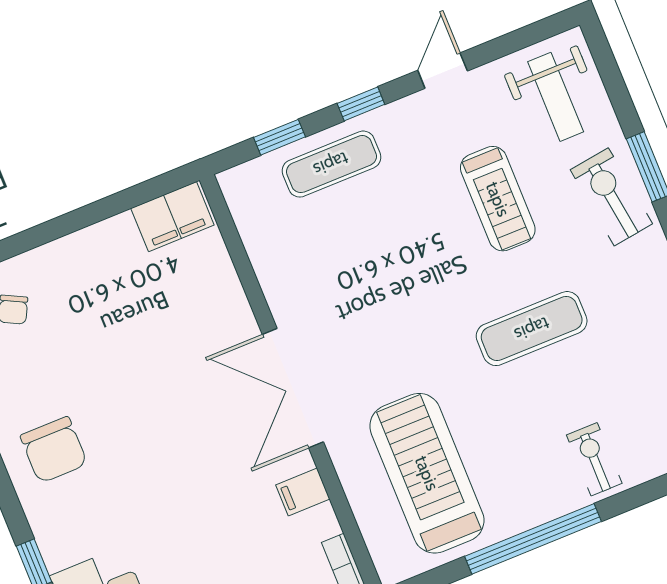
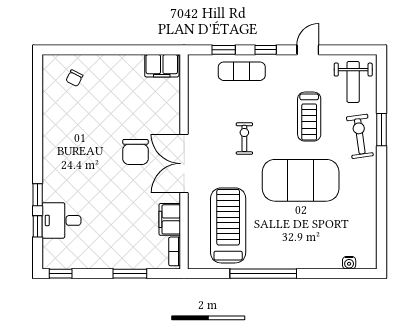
exercise mat: (532, 329) -> (301, 180), width x2.00, depth x1.45
chair: (54, 450) -> (135, 152), moved
exercise bike: (594, 459) -> (244, 138), moved
filing cabinet: (303, 492) -> (170, 219), width x2.00

